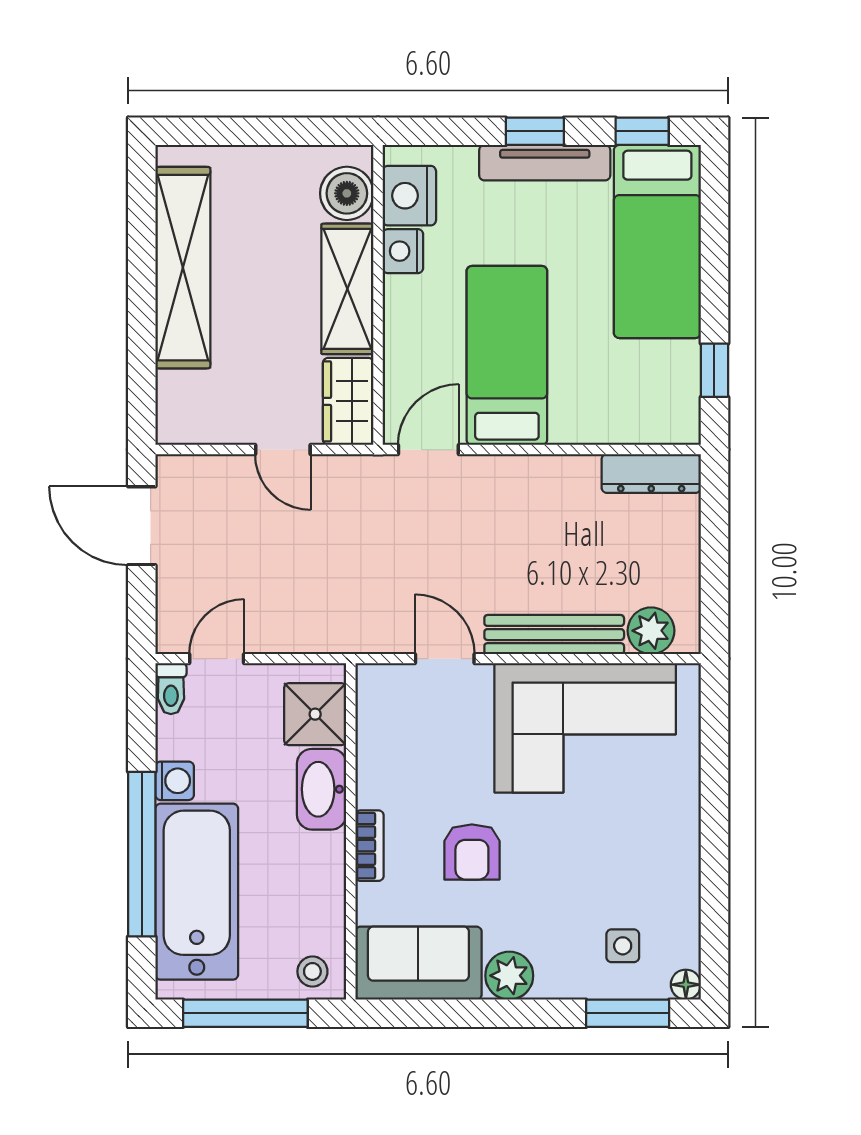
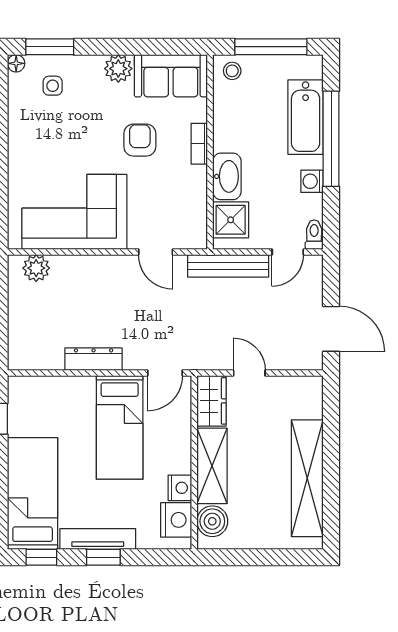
dresser: (651, 473) -> (94, 359), moved
bench: (554, 635) -> (228, 266), moved
bathtub: (197, 892) -> (306, 117), width x0.73, depth x0.73

